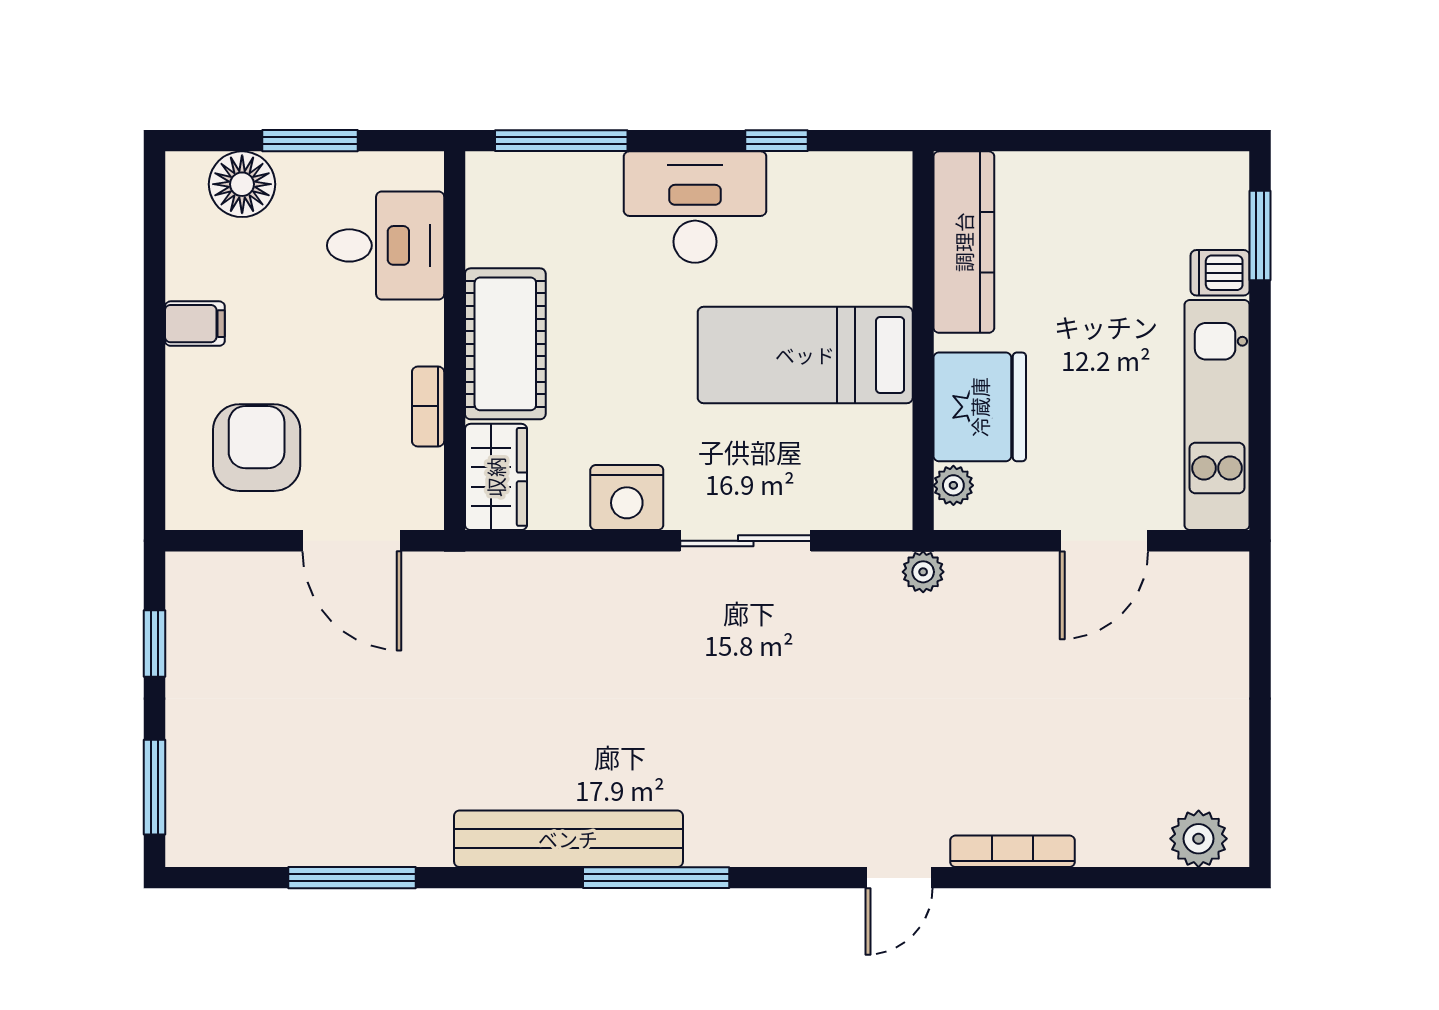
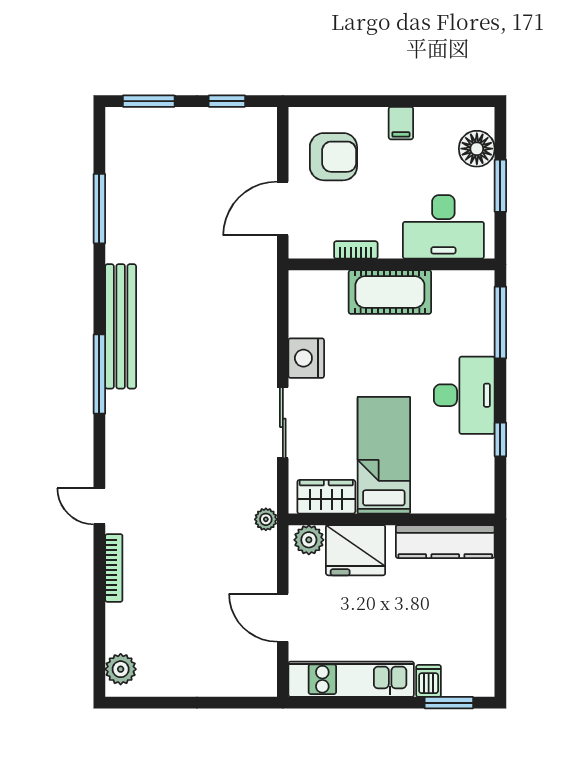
desk: (386, 245) -> (443, 227), width x1.37
wardrobe: (496, 477) -> (326, 497), moved, turned 180
plant: (953, 485) -> (309, 540), width x1.38, depth x1.38

